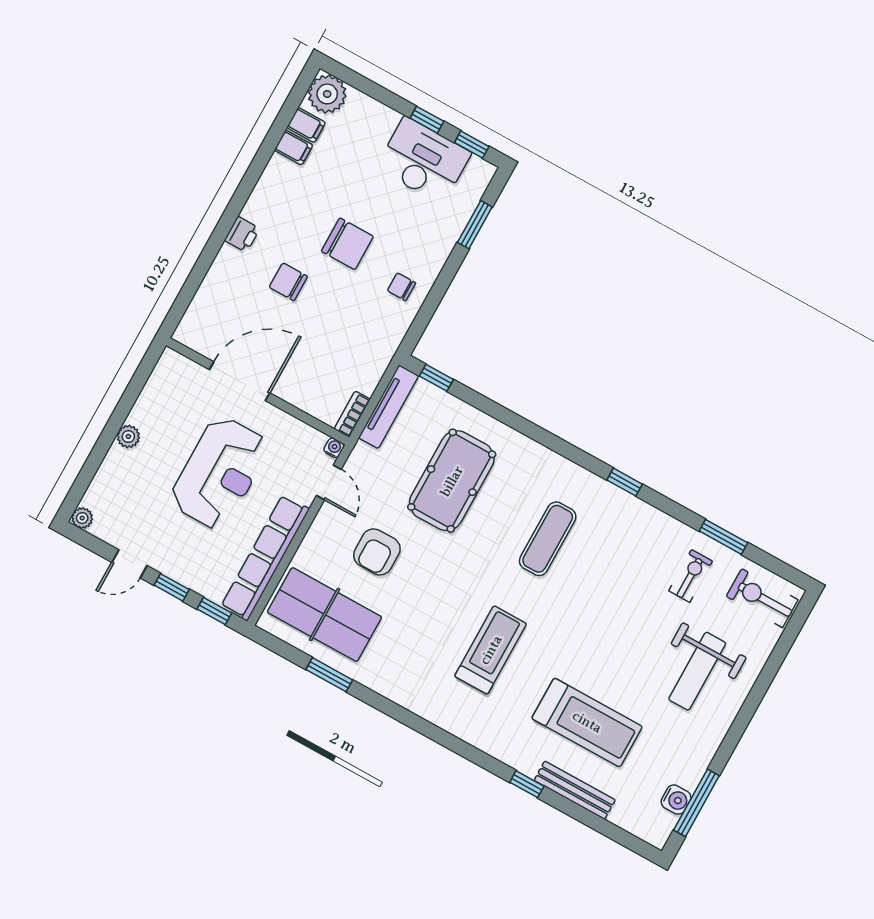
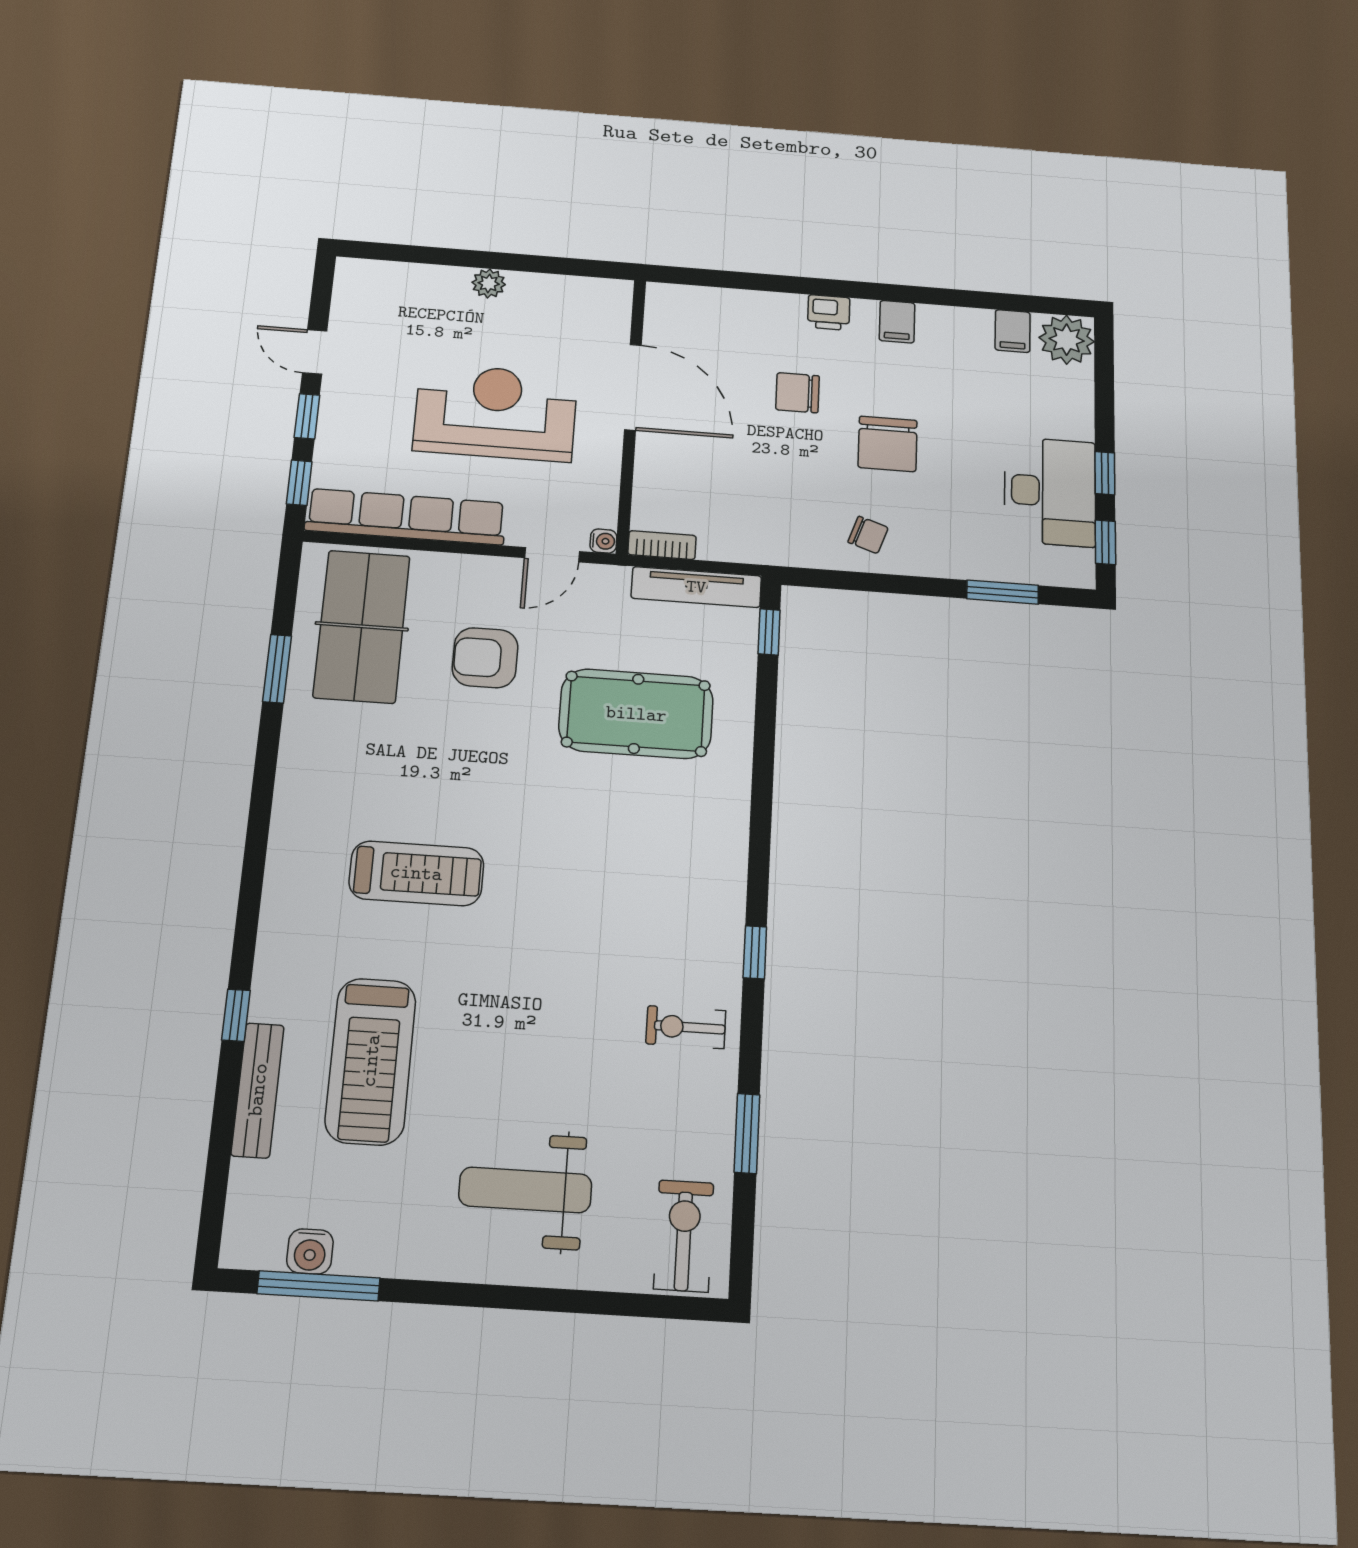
filing cabinet: (294, 148) -> (897, 322), moved
chair: (288, 282) -> (798, 393), turned -90
chair: (402, 287) -> (868, 535), turned 109
reception desk: (220, 473) -> (496, 412), turned 180
plant: (82, 518) -> (350, 271), removed
exercise mat: (548, 539) -> (618, 881), removed
exercise bike: (691, 576) -> (686, 1027), moved, turned 180

